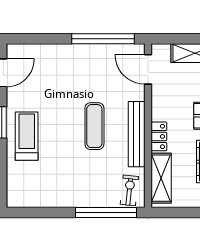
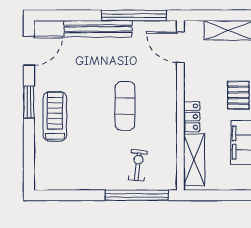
bench: (137, 134) -> (98, 29), moved, turned 90
exercise bike: (129, 190) -> (138, 165), moved

